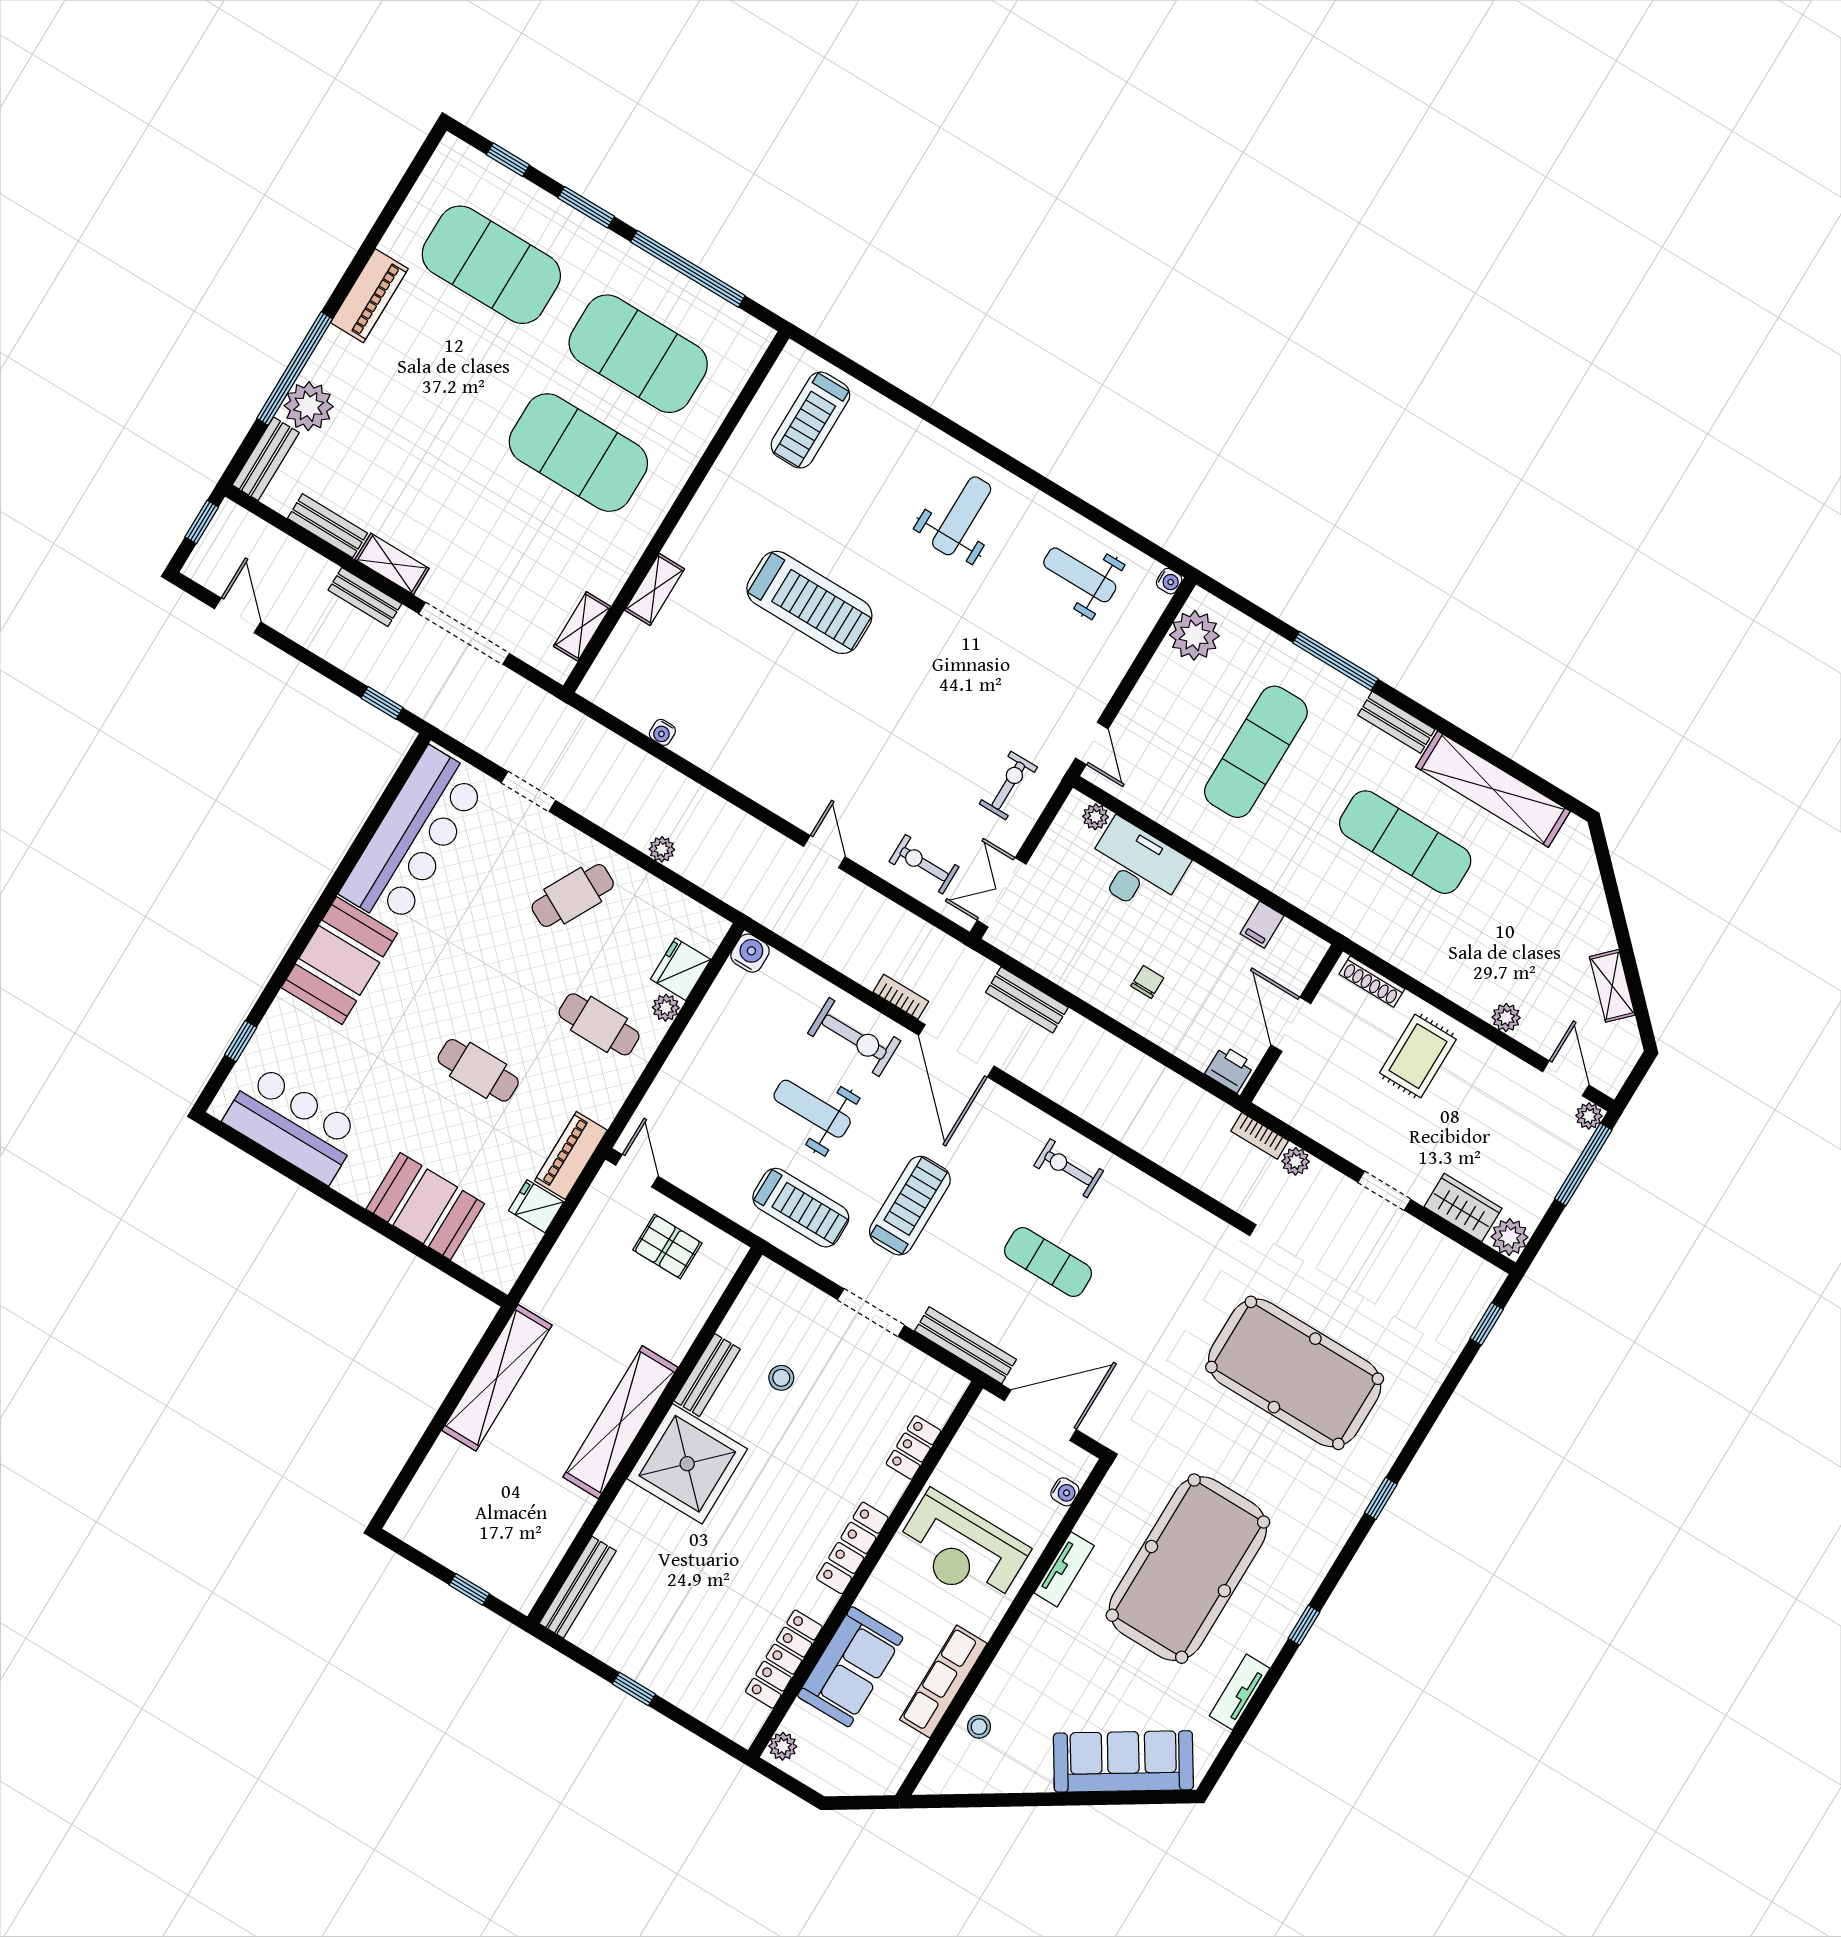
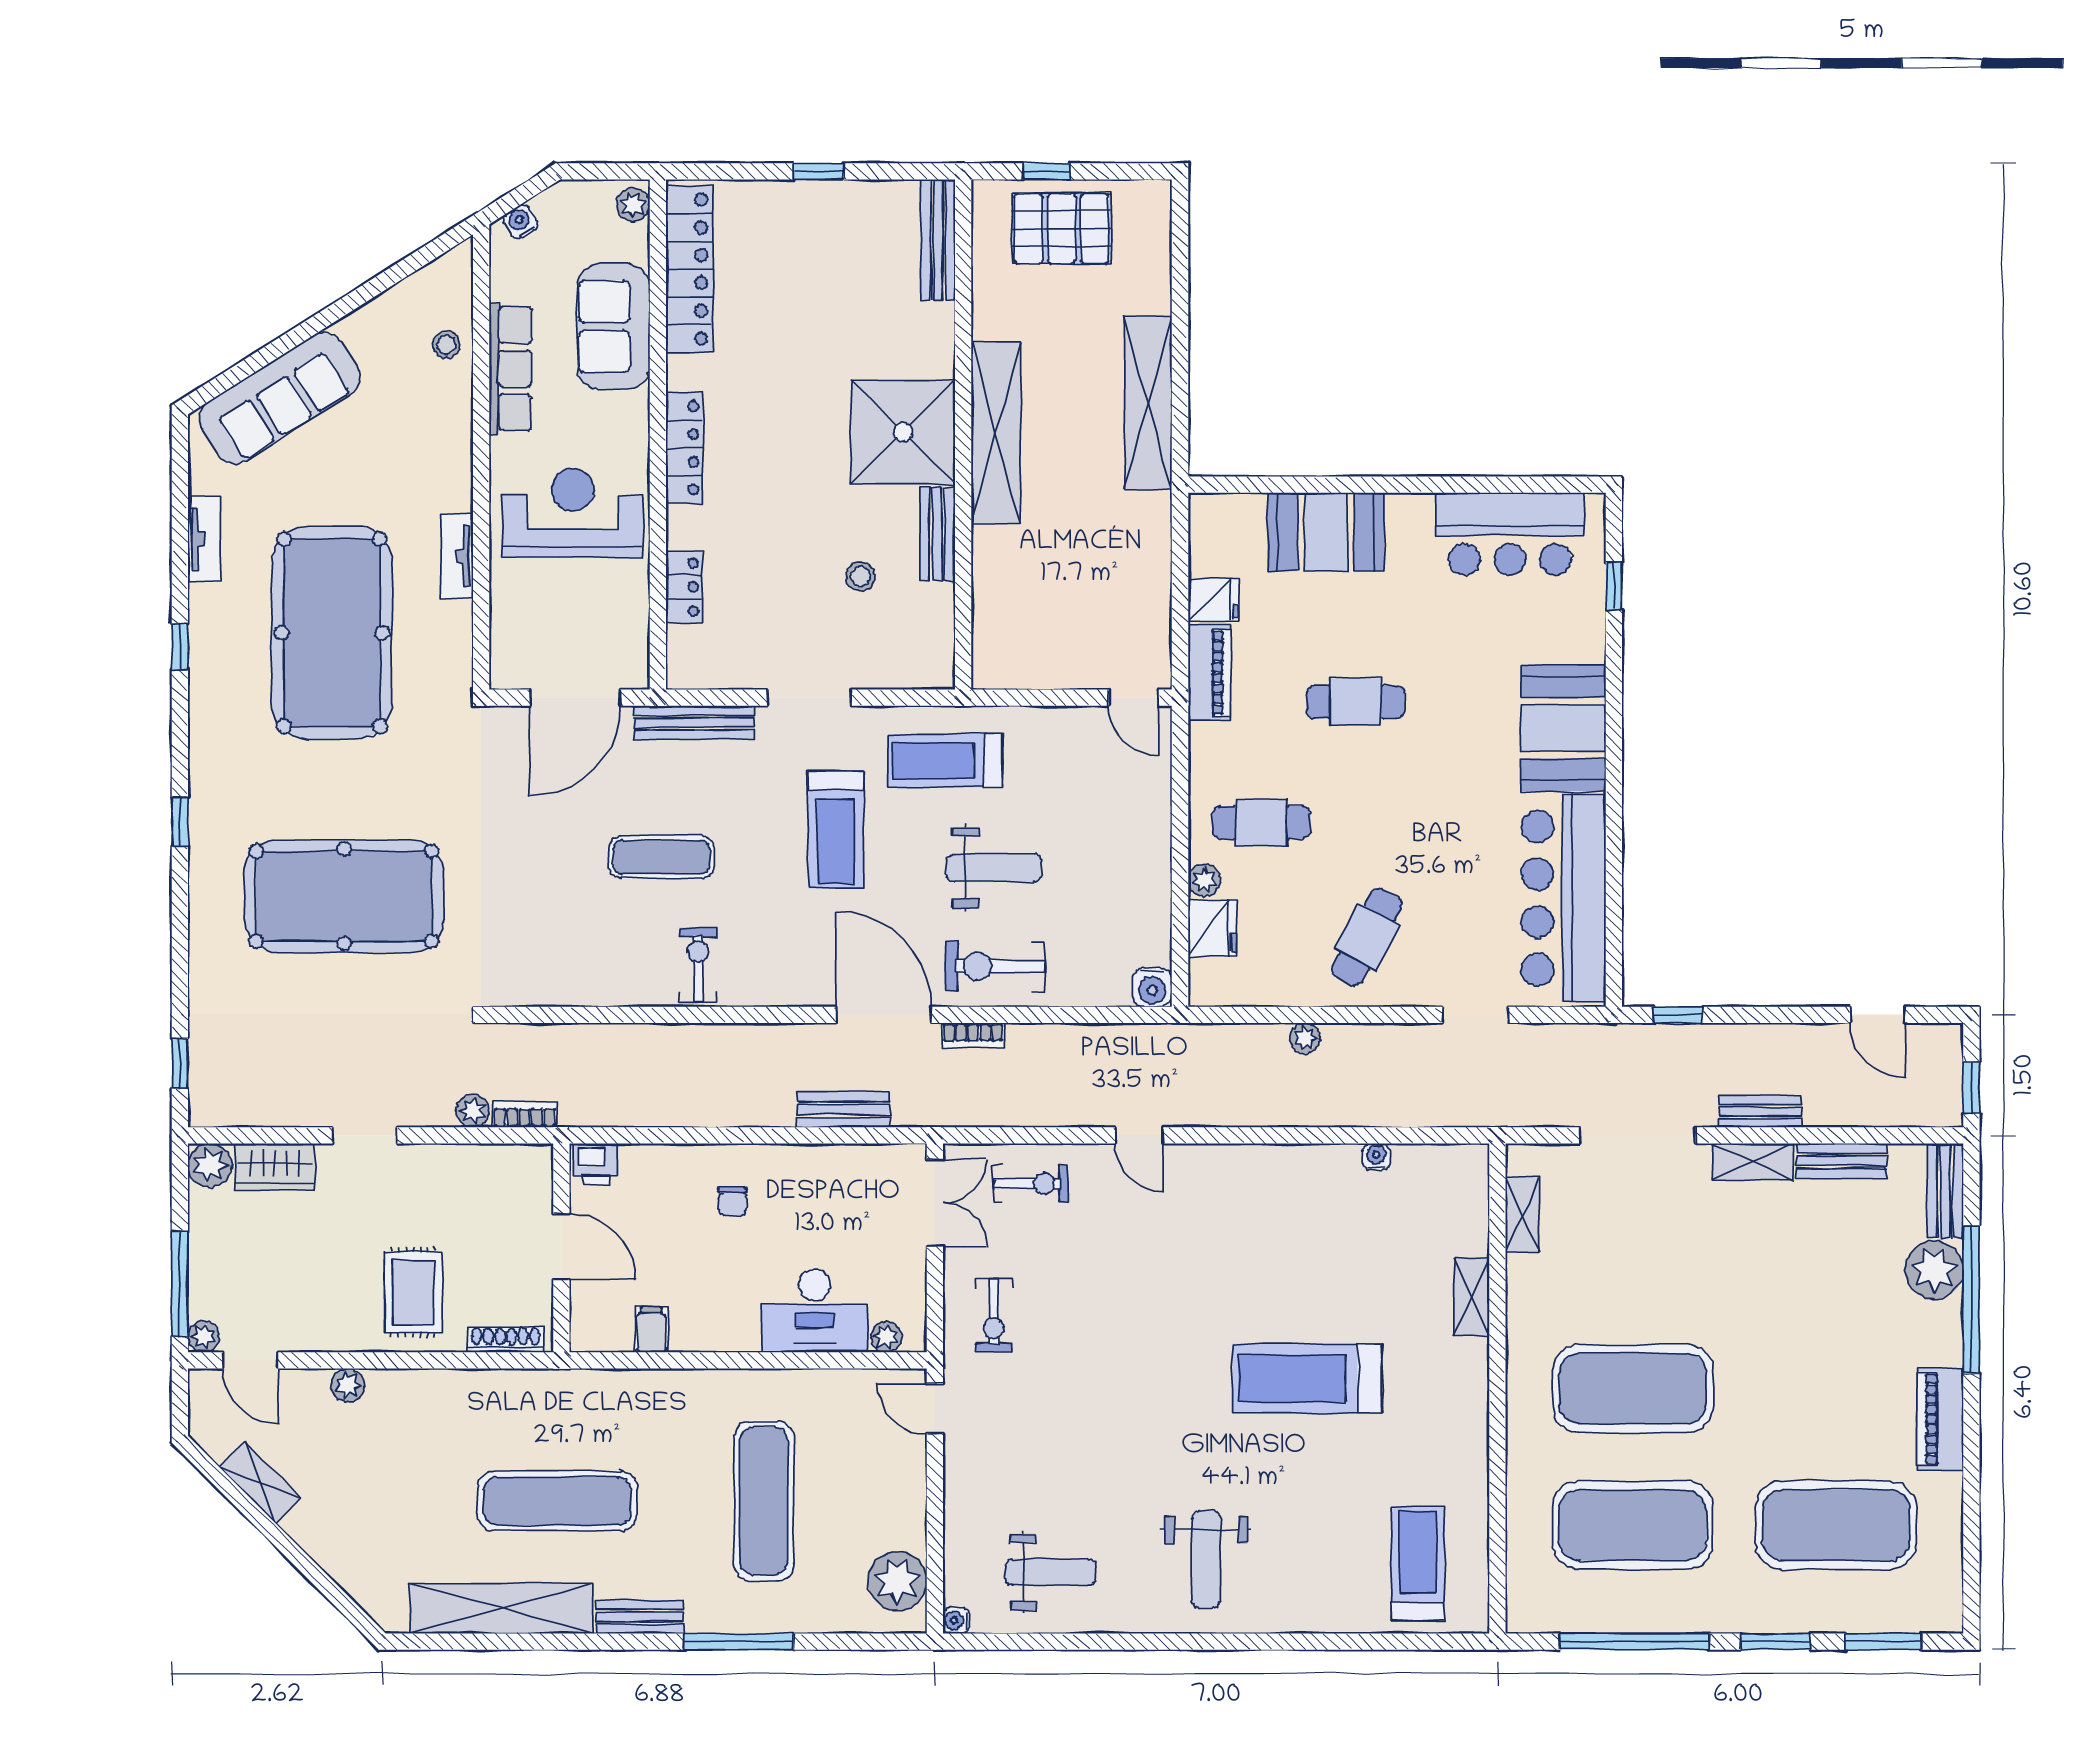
window: (508, 160) -> (1883, 1642), width x1.50
exercise bike: (1069, 1168) -> (698, 965), turned -90
pallet: (667, 1246) -> (1062, 229), moved, width x1.50, depth x1.42
water cooler: (1065, 1492) -> (520, 222), moved, turned 58
locker: (784, 1659) -> (689, 269), width x1.41, depth x1.21

